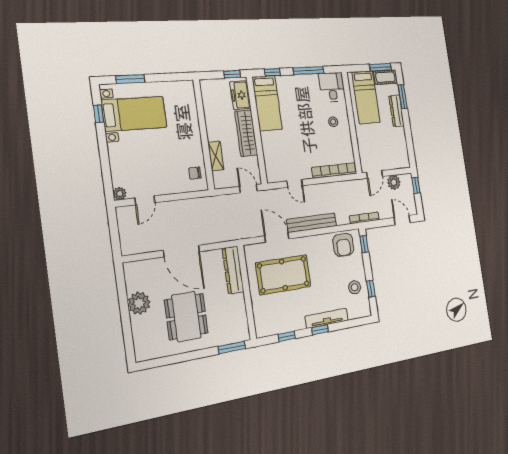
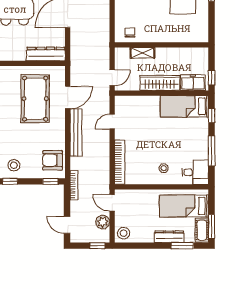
stool: (401, 159) -> (124, 233), added
door: (402, 220) -> (67, 225), swing flipped

